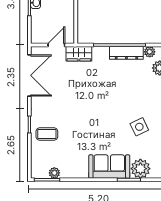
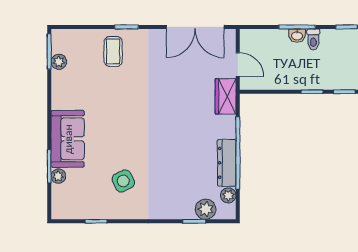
plant: (140, 169) -> (58, 176), width x0.53, depth x0.53

